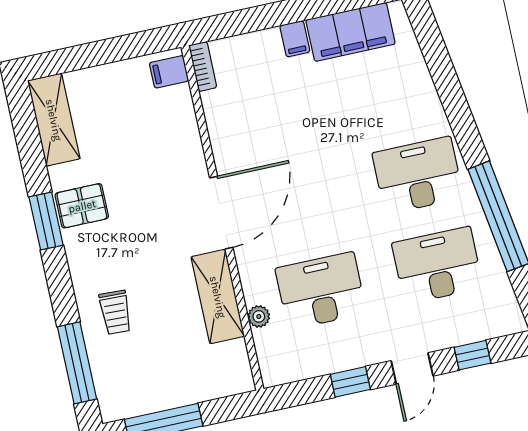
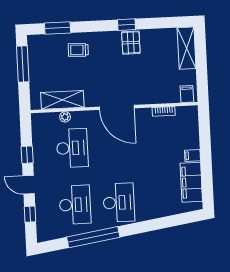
bookcase: (203, 66) -> (164, 111), moved
shelving: (54, 120) -> (187, 48), moved, turned 90
window: (46, 221) -> (127, 25), width x0.67
shelving: (218, 297) -> (62, 100), moved
window: (77, 363) -> (58, 28), width x0.69

